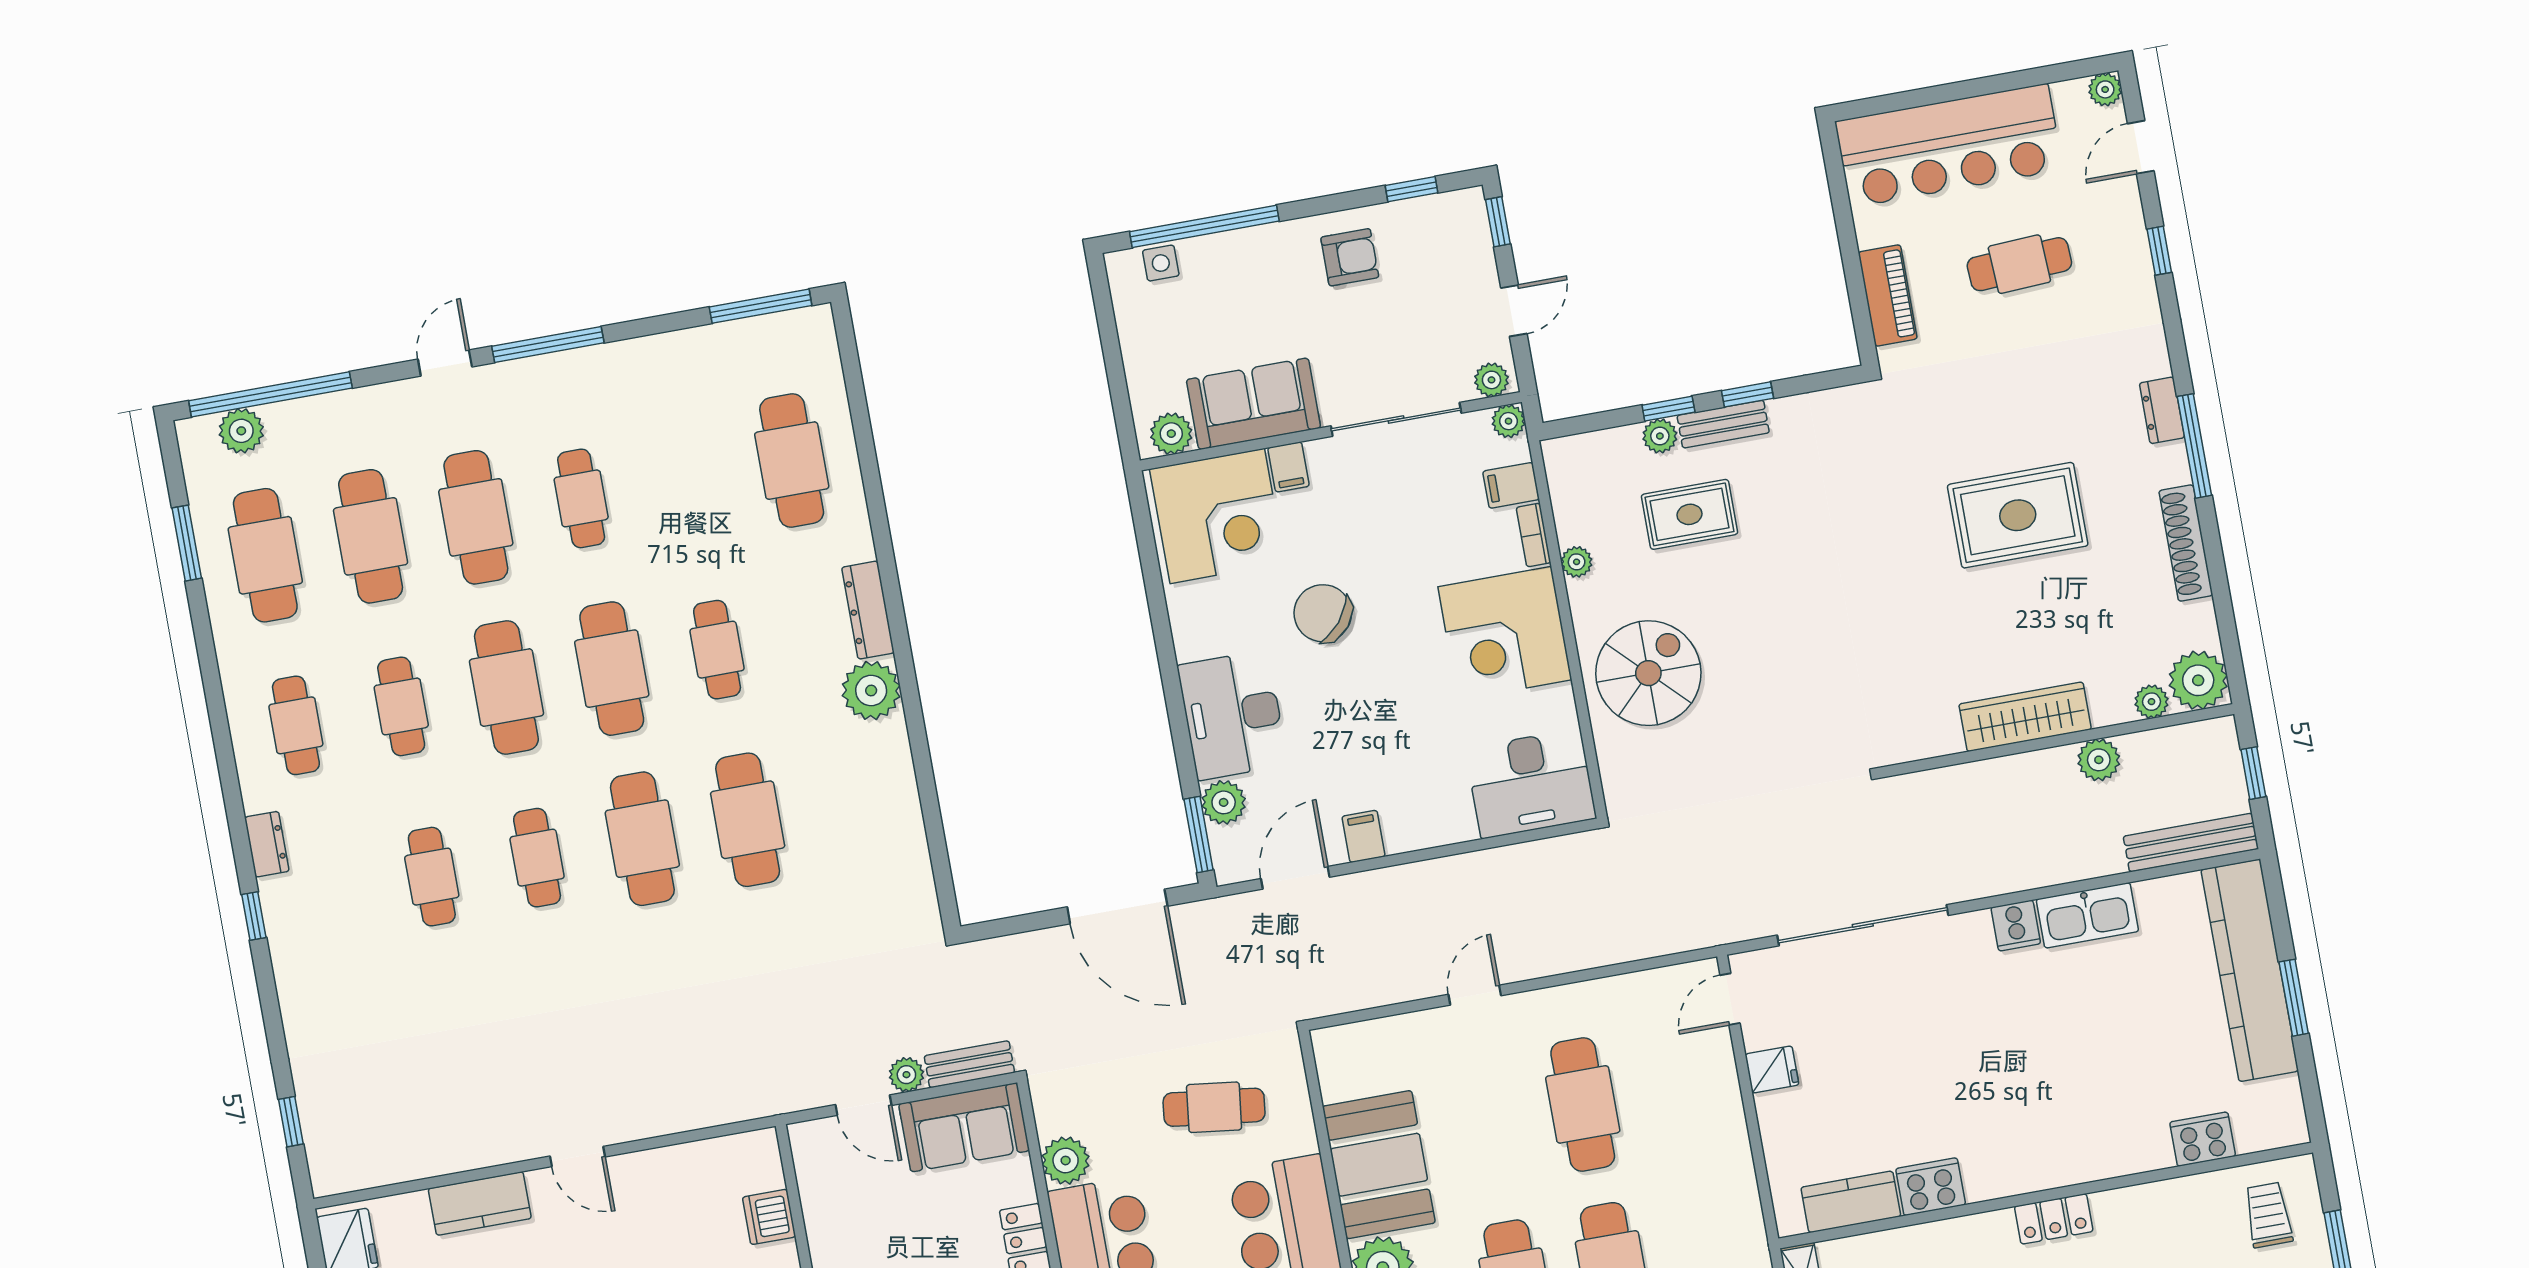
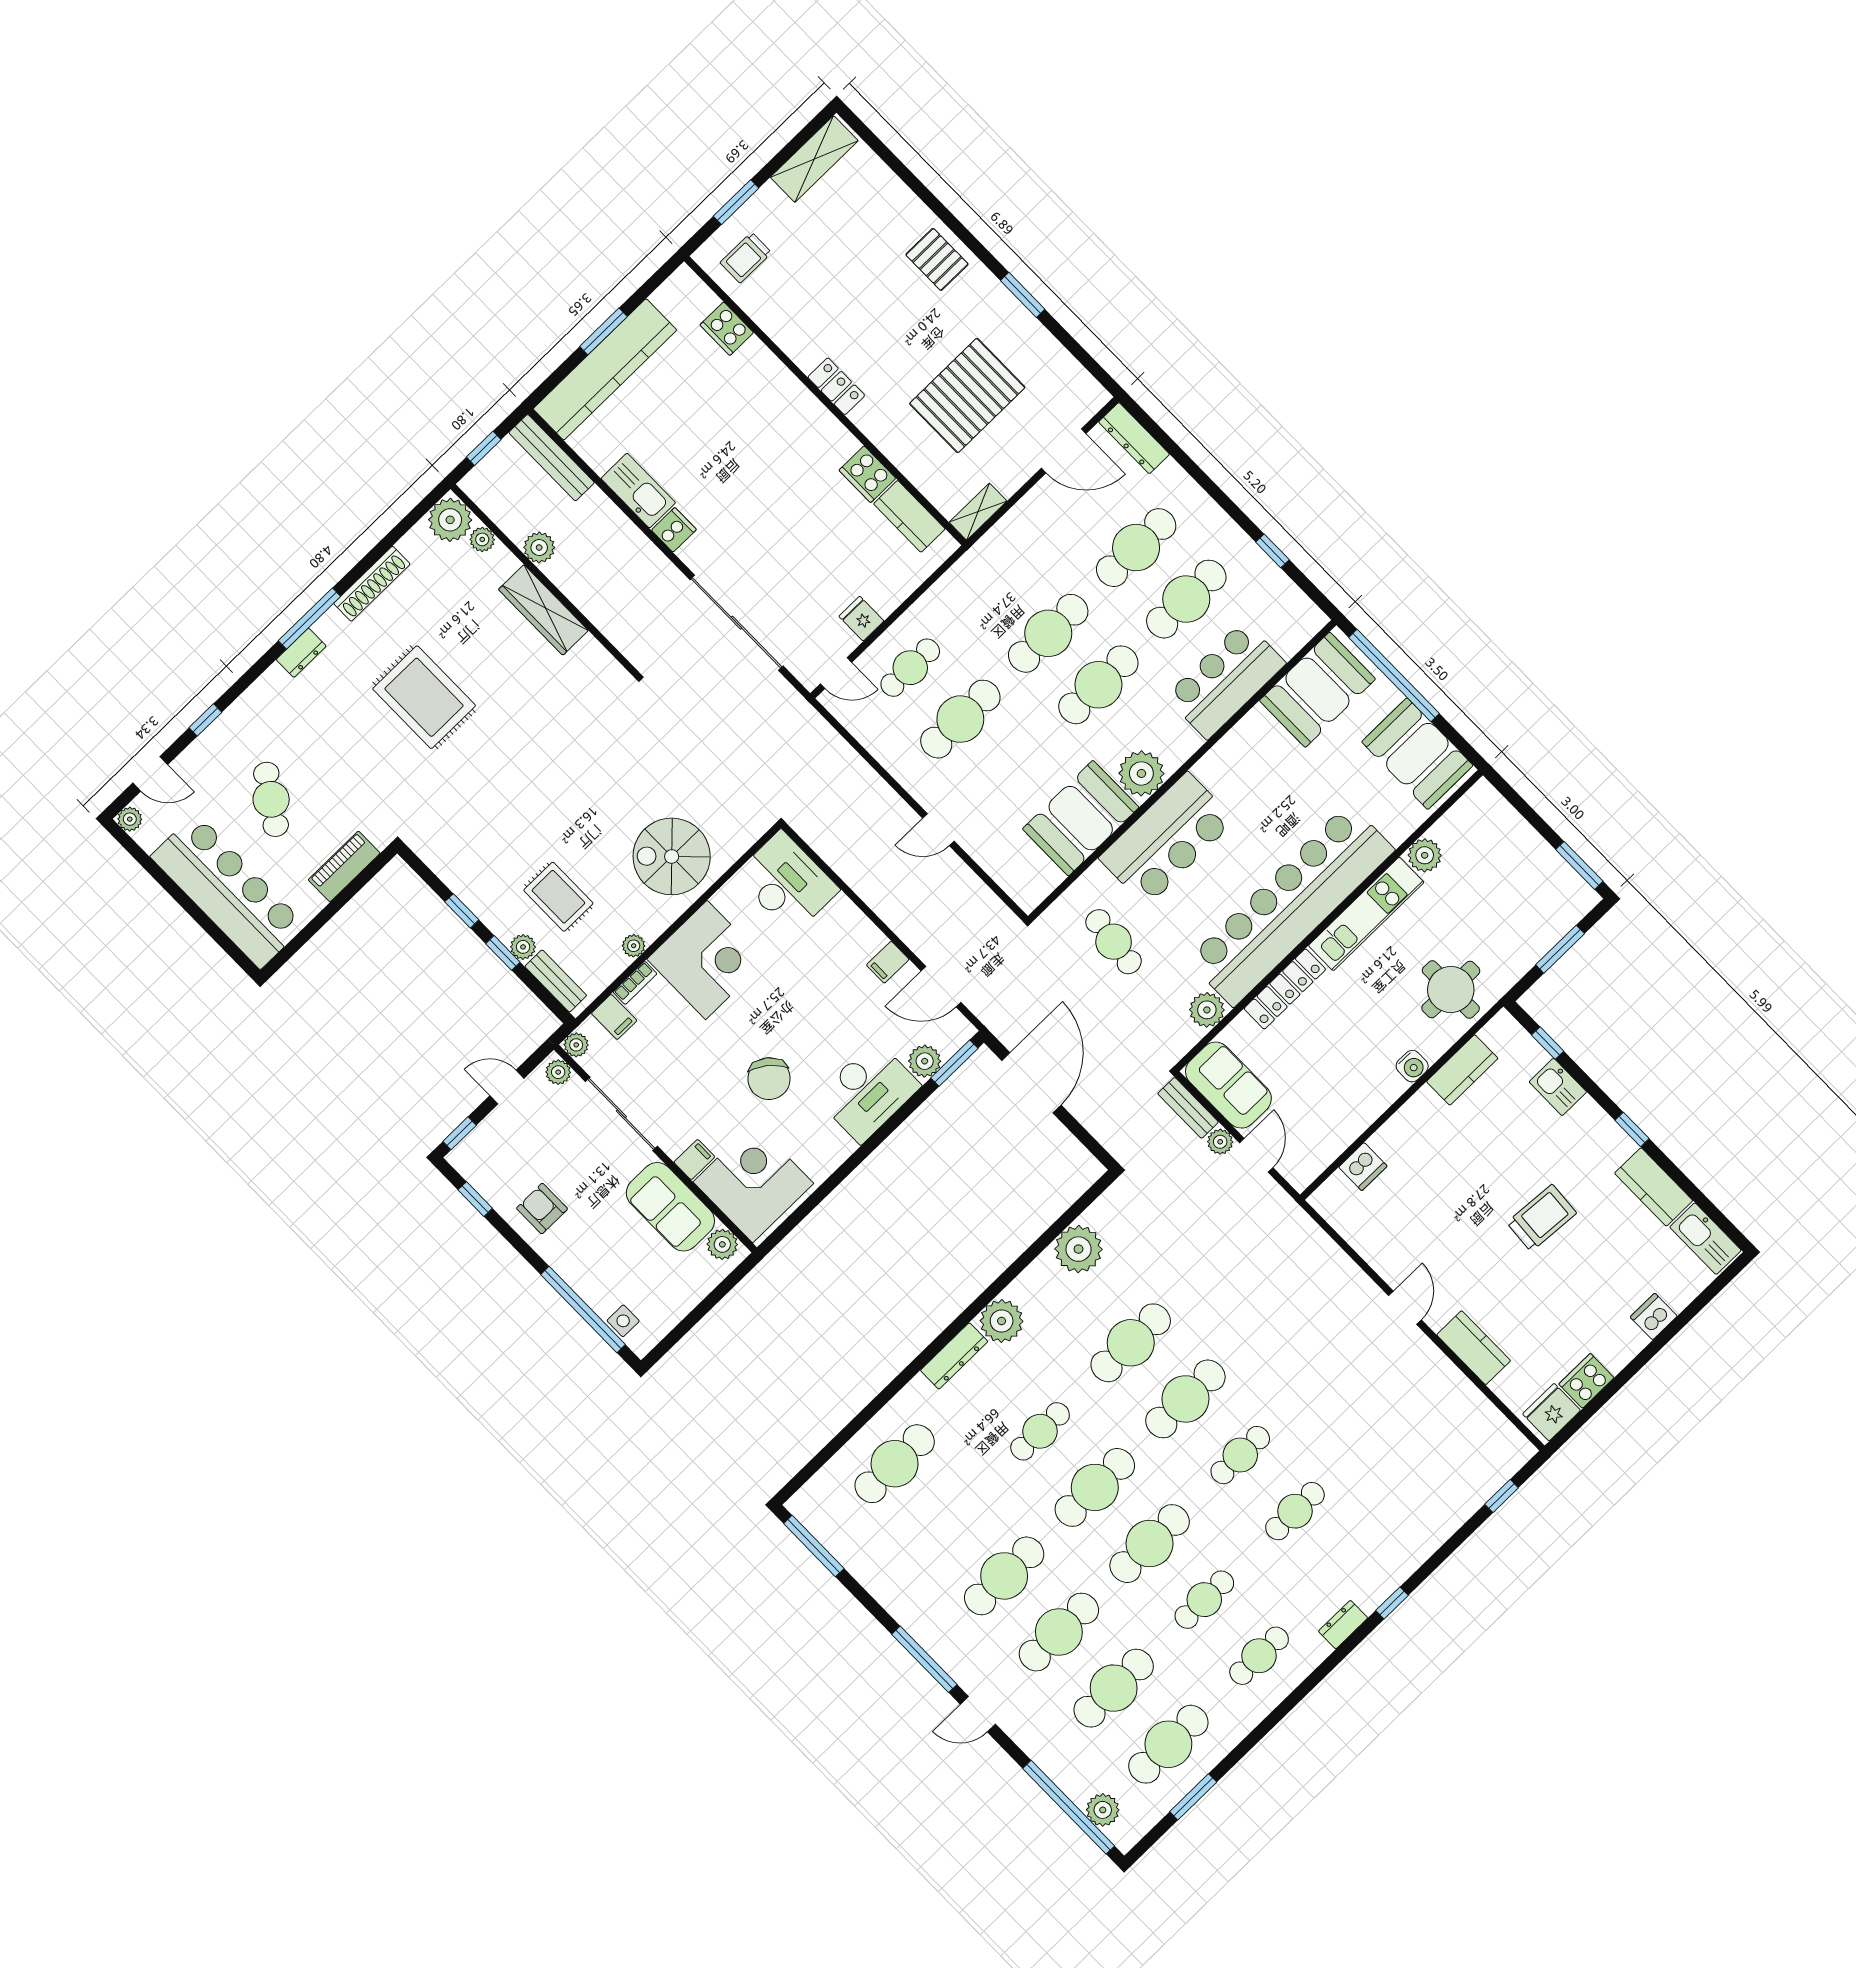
cafe table: (2019, 264) -> (271, 799), turned 37
bench: (1723, 424) -> (556, 981), moved
cafe table: (581, 498) -> (1004, 1576), width x1.37, depth x1.35
plant: (894, 833) -> (1079, 1249), added
cafe table: (1679, 1087) -> (910, 668), added

